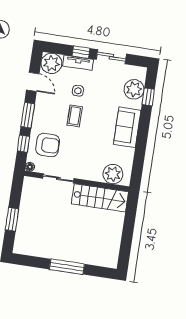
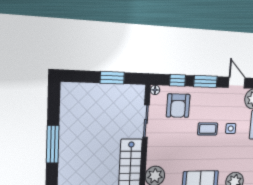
door: (33, 82) -> (237, 83), swing flipped
window: (12, 219) -> (112, 78), moved

